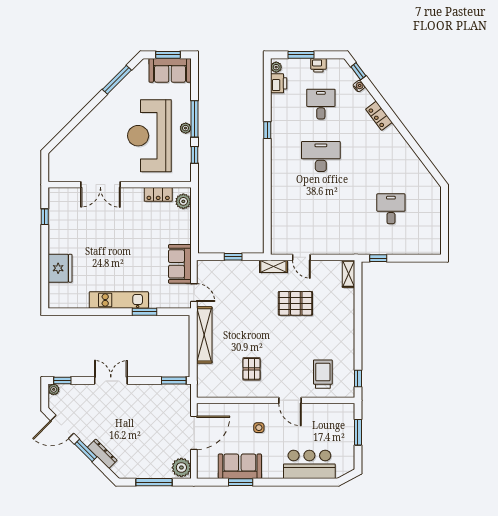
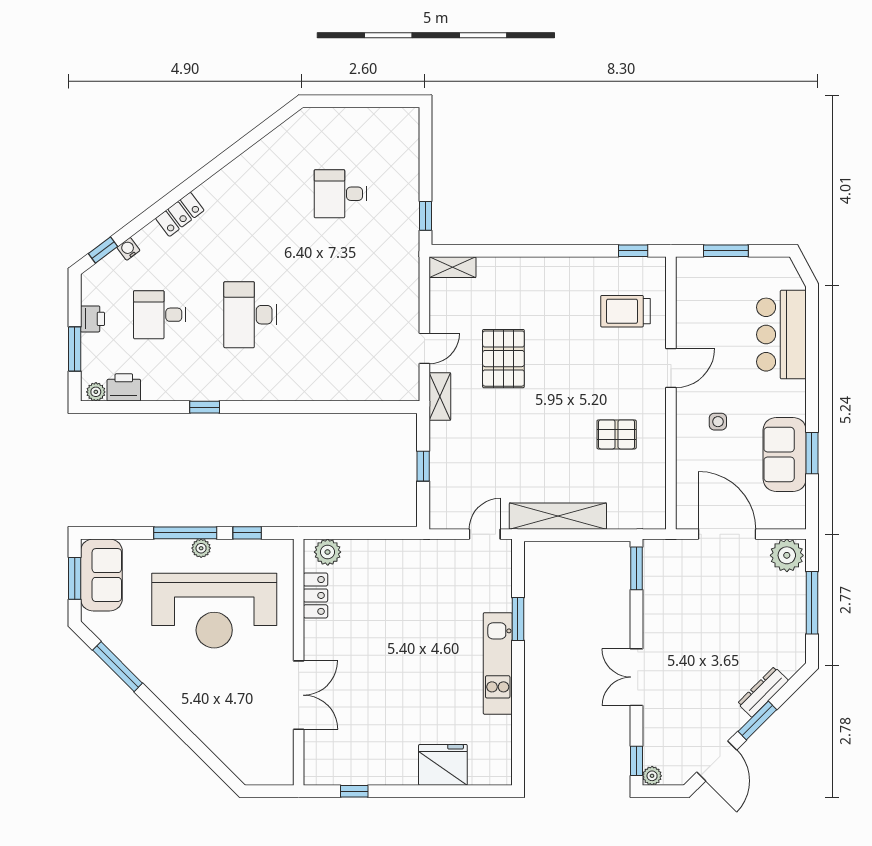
sofa: (180, 264) -> (435, 558), removed

